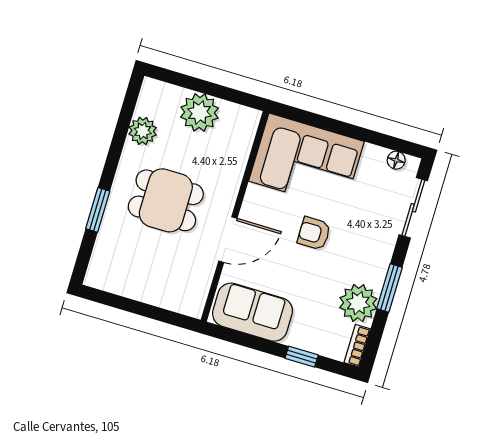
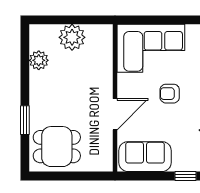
dining table: (166, 200) -> (57, 147), moved

